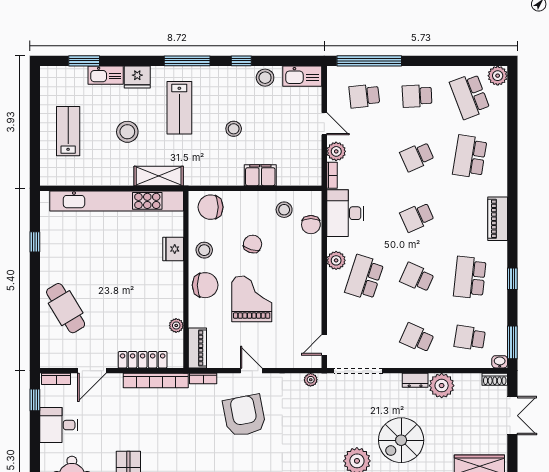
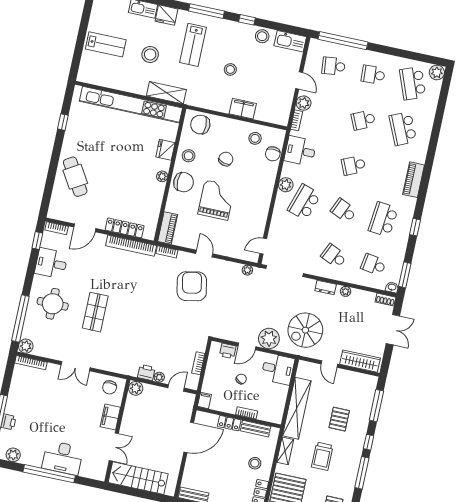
lab bench: (68, 131) -> (106, 44), turned 90
school desk: (470, 156) -> (403, 129), turned -33
desk: (345, 213) -> (300, 151), width x0.73
plant: (176, 325) -> (162, 176), moved
plant: (442, 386) -> (346, 291), width x0.53, depth x0.53

